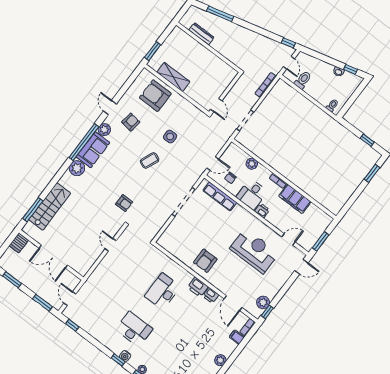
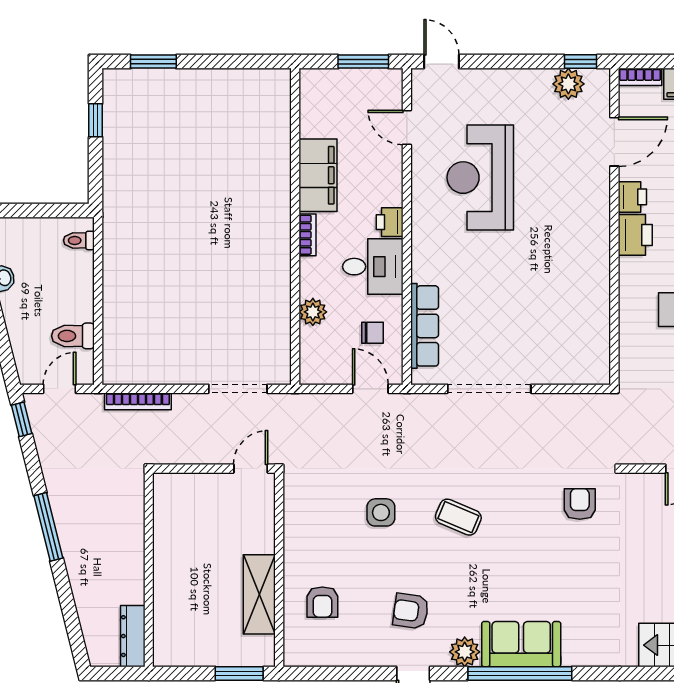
window: (220, 14) -> (48, 527), moved
dresser: (201, 34) -> (133, 636), moved
armchair: (155, 96) -> (322, 602), width x0.53, depth x0.53
plant: (77, 168) -> (581, 648), removed
armchair: (205, 261) -> (572, 259), removed

